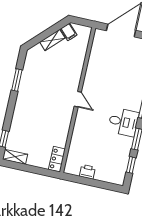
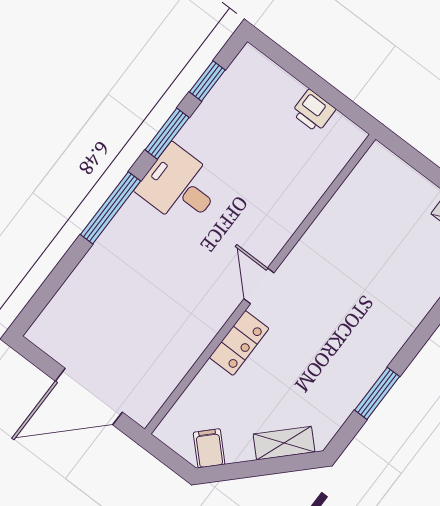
shelving: (52, 40) -> (284, 443), moved
locker: (57, 159) -> (239, 343), moved

